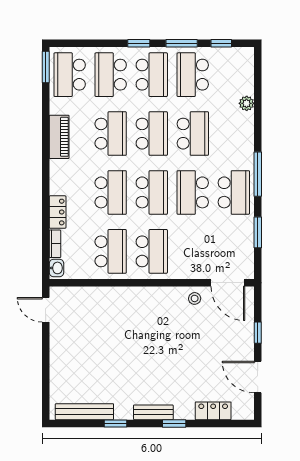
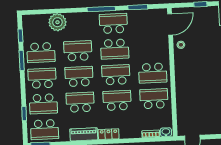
window: (139, 43) -> (24, 114), moved
plant: (247, 103) -> (57, 22), width x1.88, depth x1.88
locker: (58, 212) -> (109, 134), moved
school desk: (152, 251) -> (153, 73), turned 180

